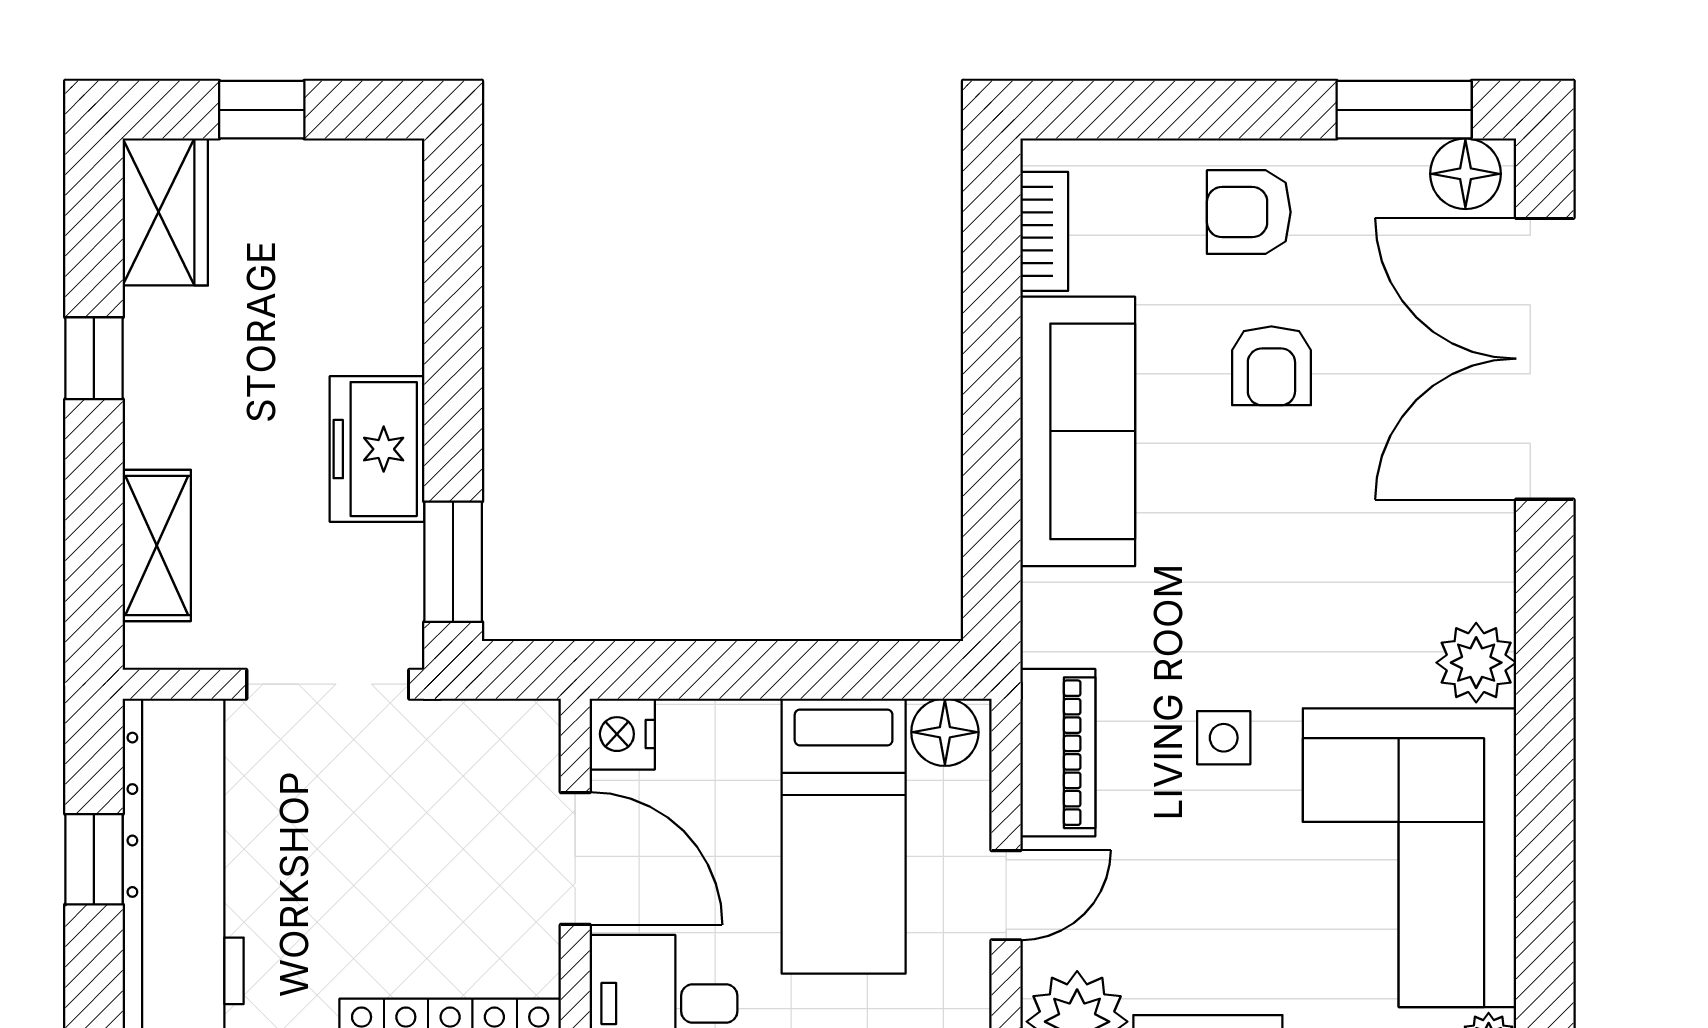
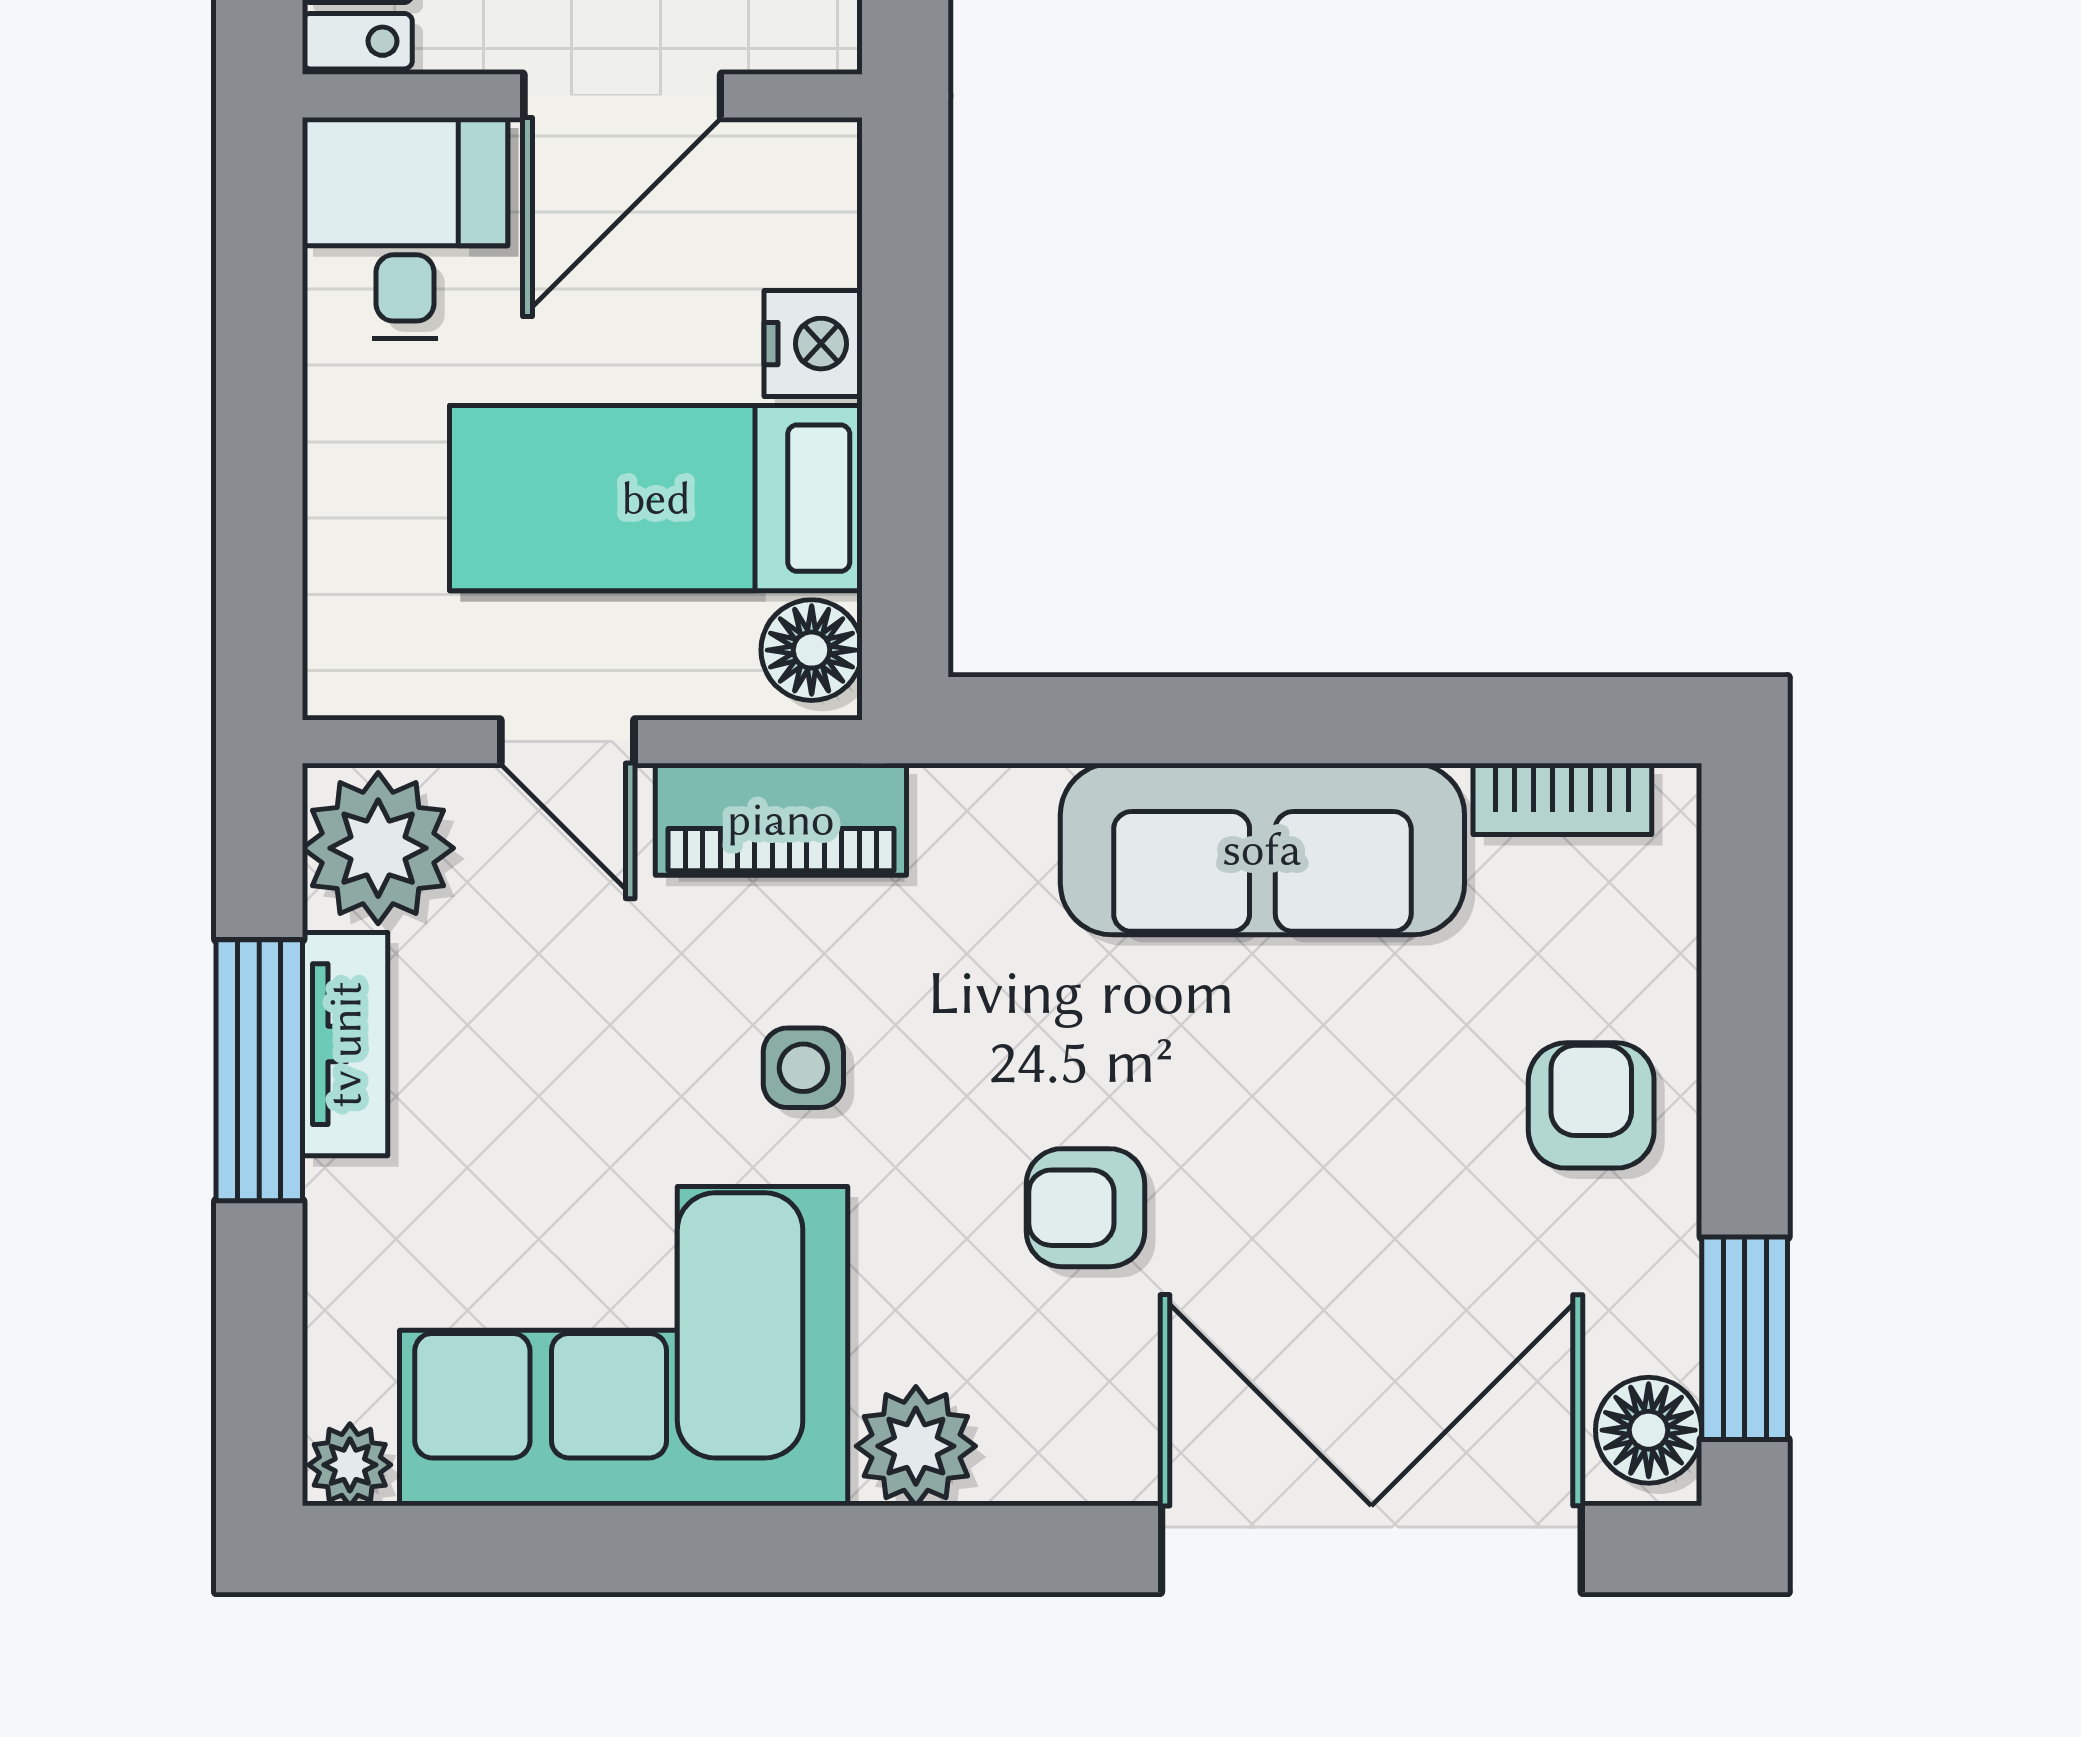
armchair: (1271, 366) -> (1086, 1208), moved
nightstand: (622, 734) -> (813, 344), moved, turned 90

